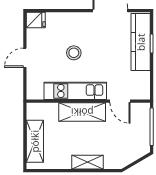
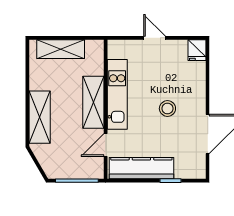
kitchen counter: (141, 42) -> (141, 168), moved
stool: (74, 53) -> (167, 109), moved
shelving: (88, 162) -> (40, 117), width x1.50, depth x1.33

